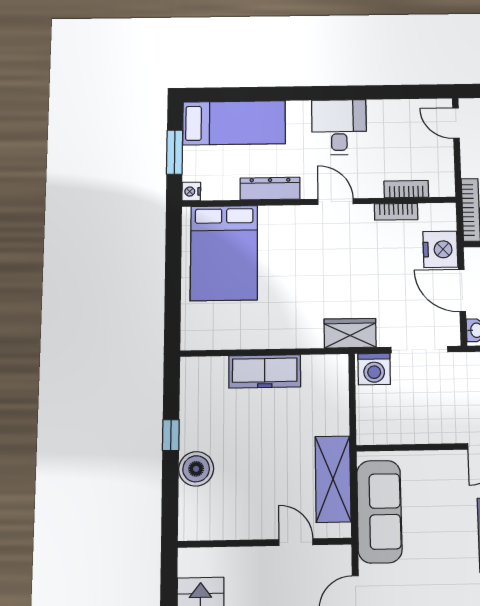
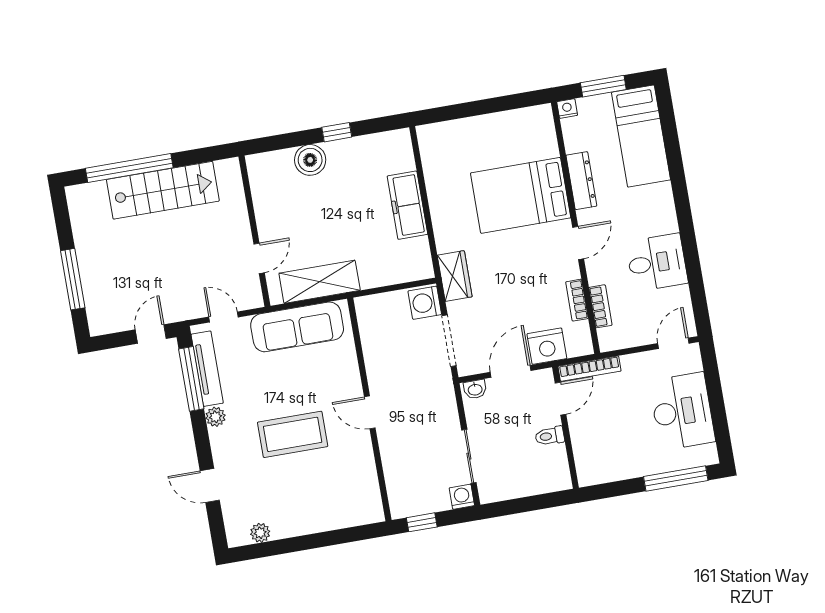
desk: (339, 127) -> (657, 262), moved
bed: (224, 253) -> (521, 195), moved

